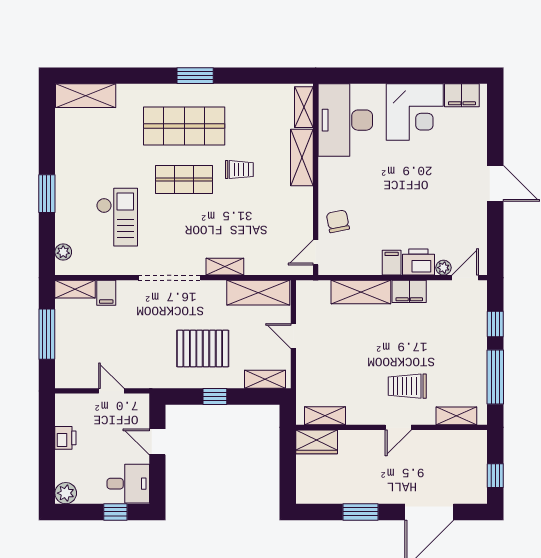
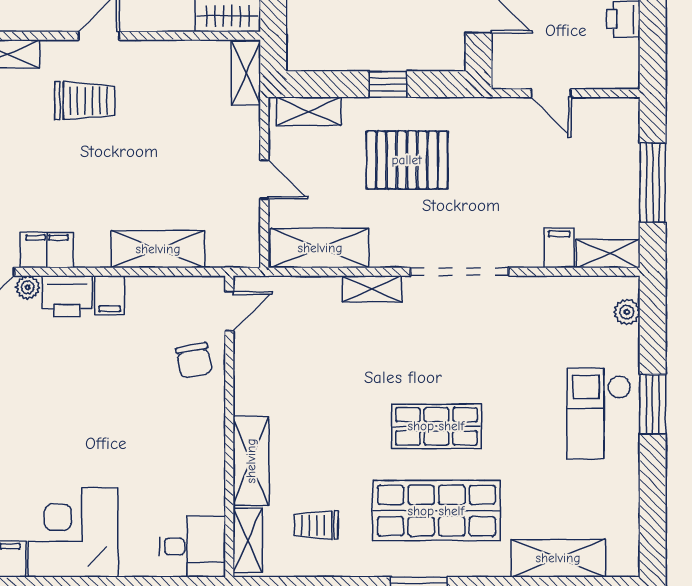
shelving: (86, 96) -> (558, 558), moved
desk: (345, 120) -> (192, 547), width x0.53, depth x0.77
trolley: (239, 170) -> (316, 525), moved
checkout: (117, 217) -> (599, 413), moved
filing cabinet: (409, 291) -> (47, 250), moved
shelving: (325, 416) -> (246, 73), moved, turned 90

